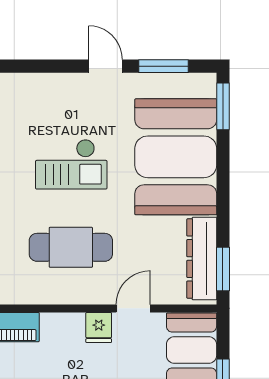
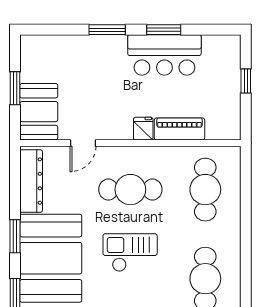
window: (223, 269) -> (15, 236), moved
fridge: (99, 328) -> (143, 129), moved

